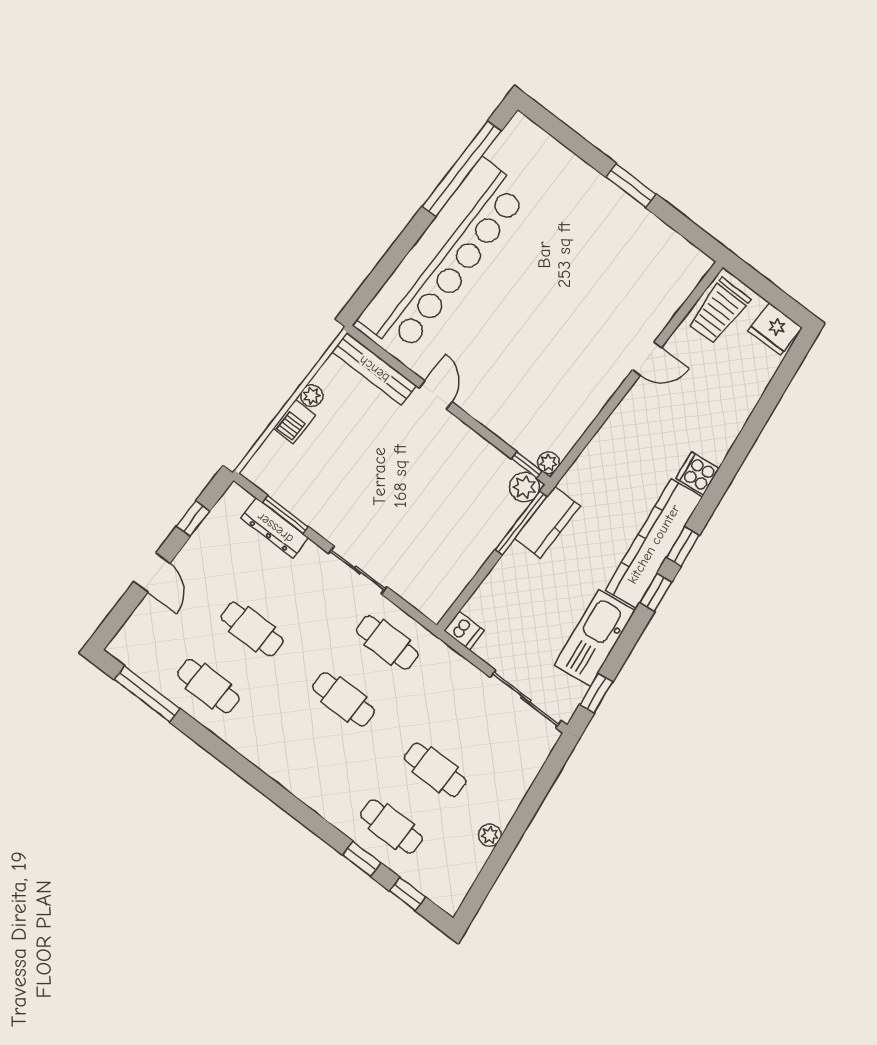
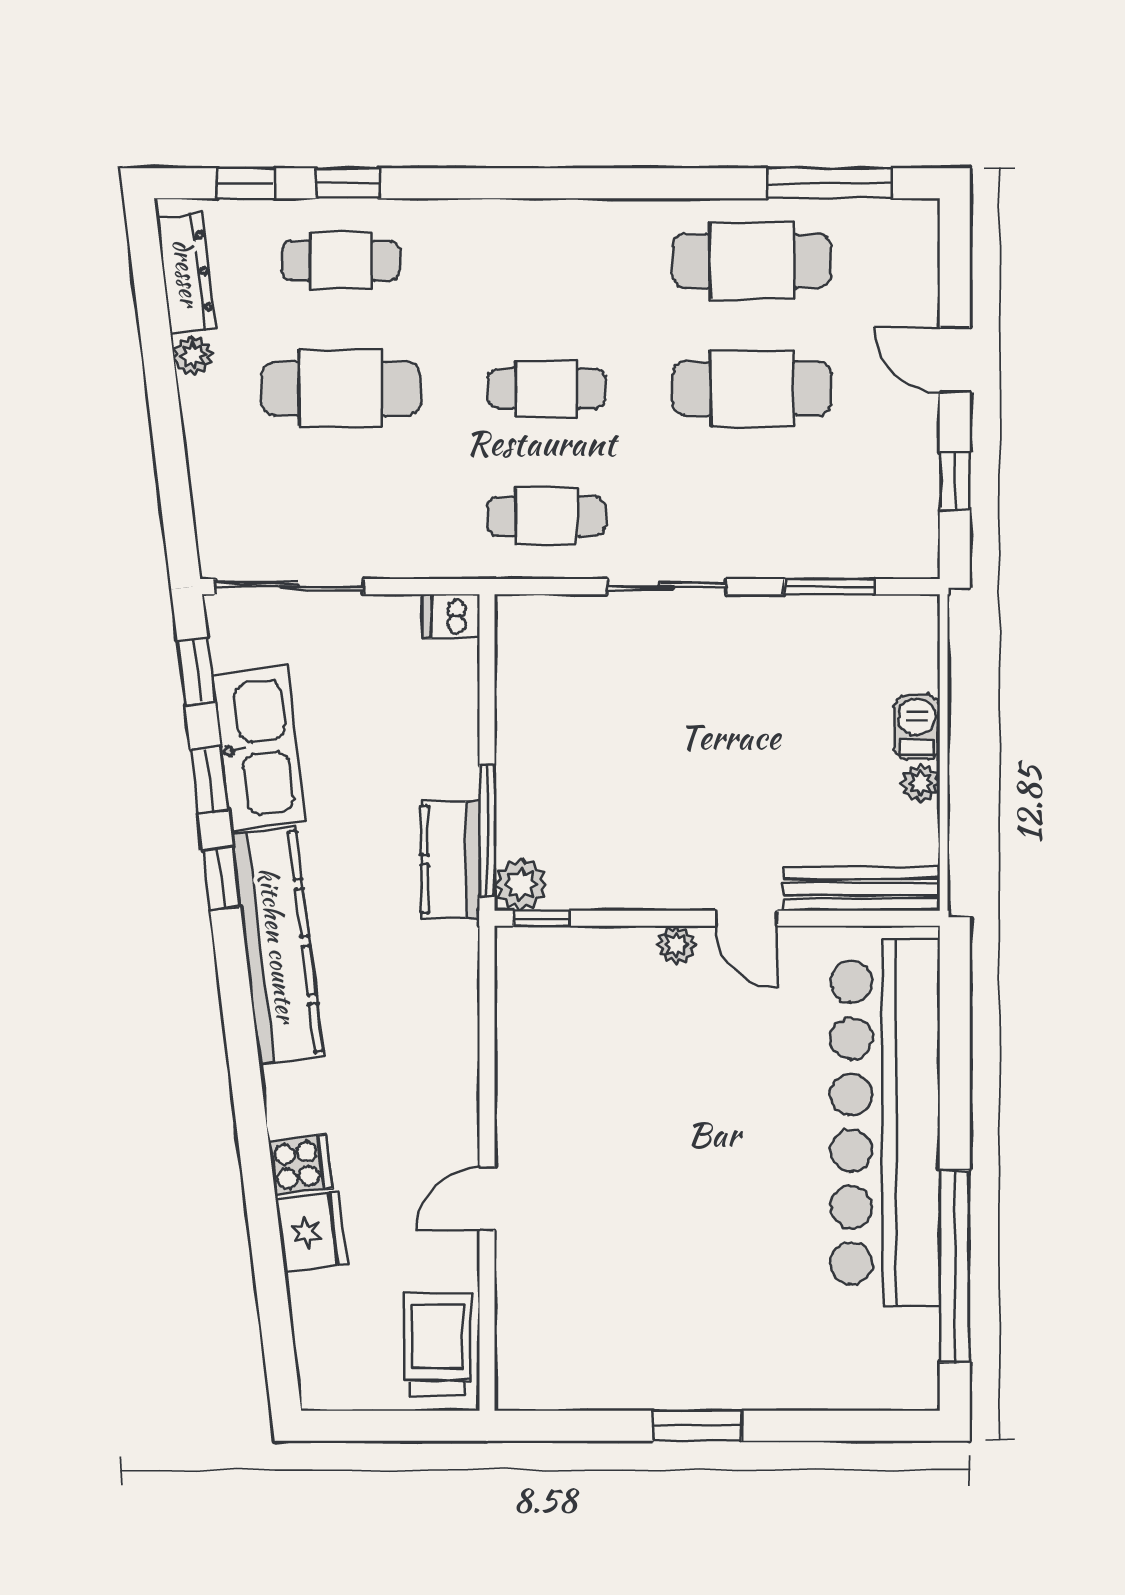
fridge: (775, 329) -> (311, 1232), moved, turned 83
plant: (548, 463) -> (676, 945), moved
cooker: (698, 473) -> (300, 1165), moved
dresser: (275, 528) -> (186, 273), moved, turned 83
window: (683, 546) -> (210, 780), moved
cafe table: (252, 629) -> (752, 389), width x1.37, depth x1.35
cafe table: (208, 686) -> (752, 261), width x1.37, depth x1.35
cafe table: (435, 770) -> (341, 389), width x1.37, depth x1.35

